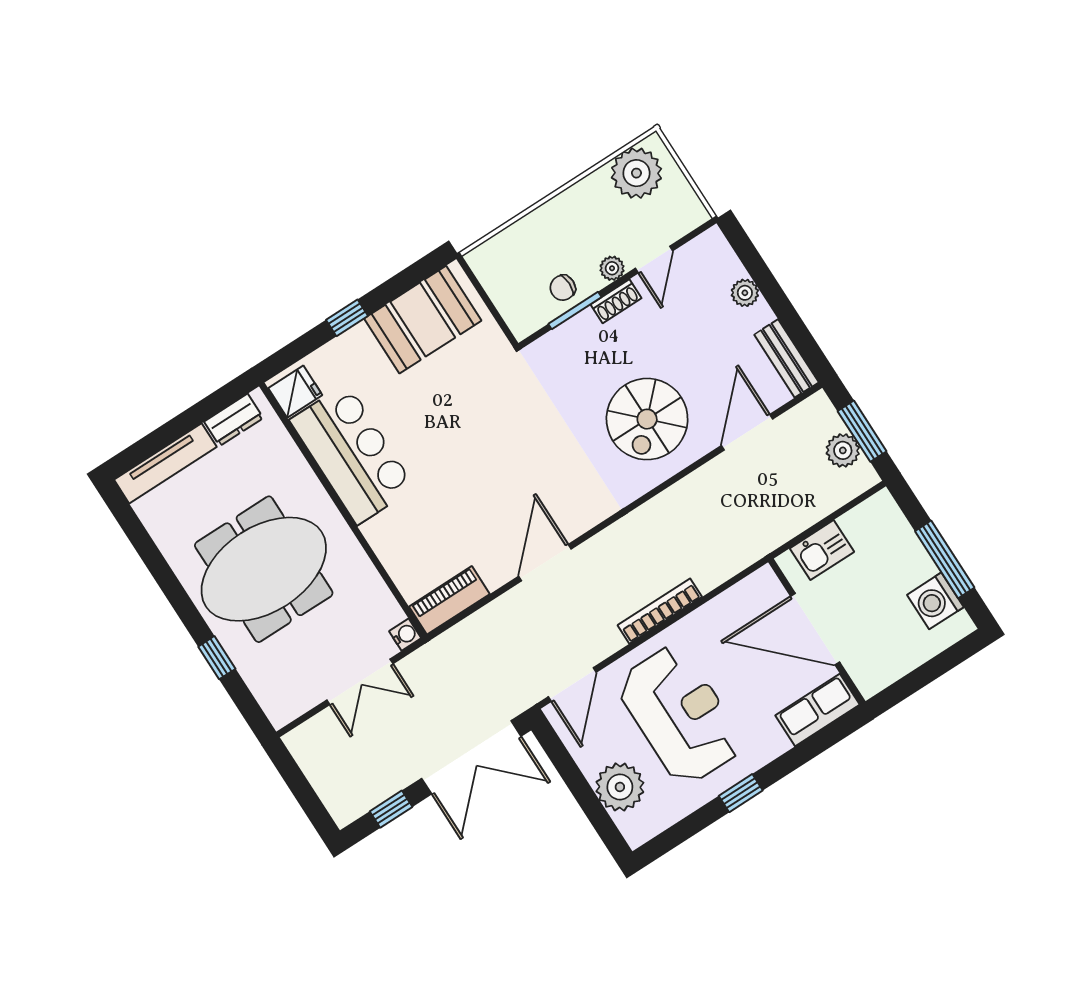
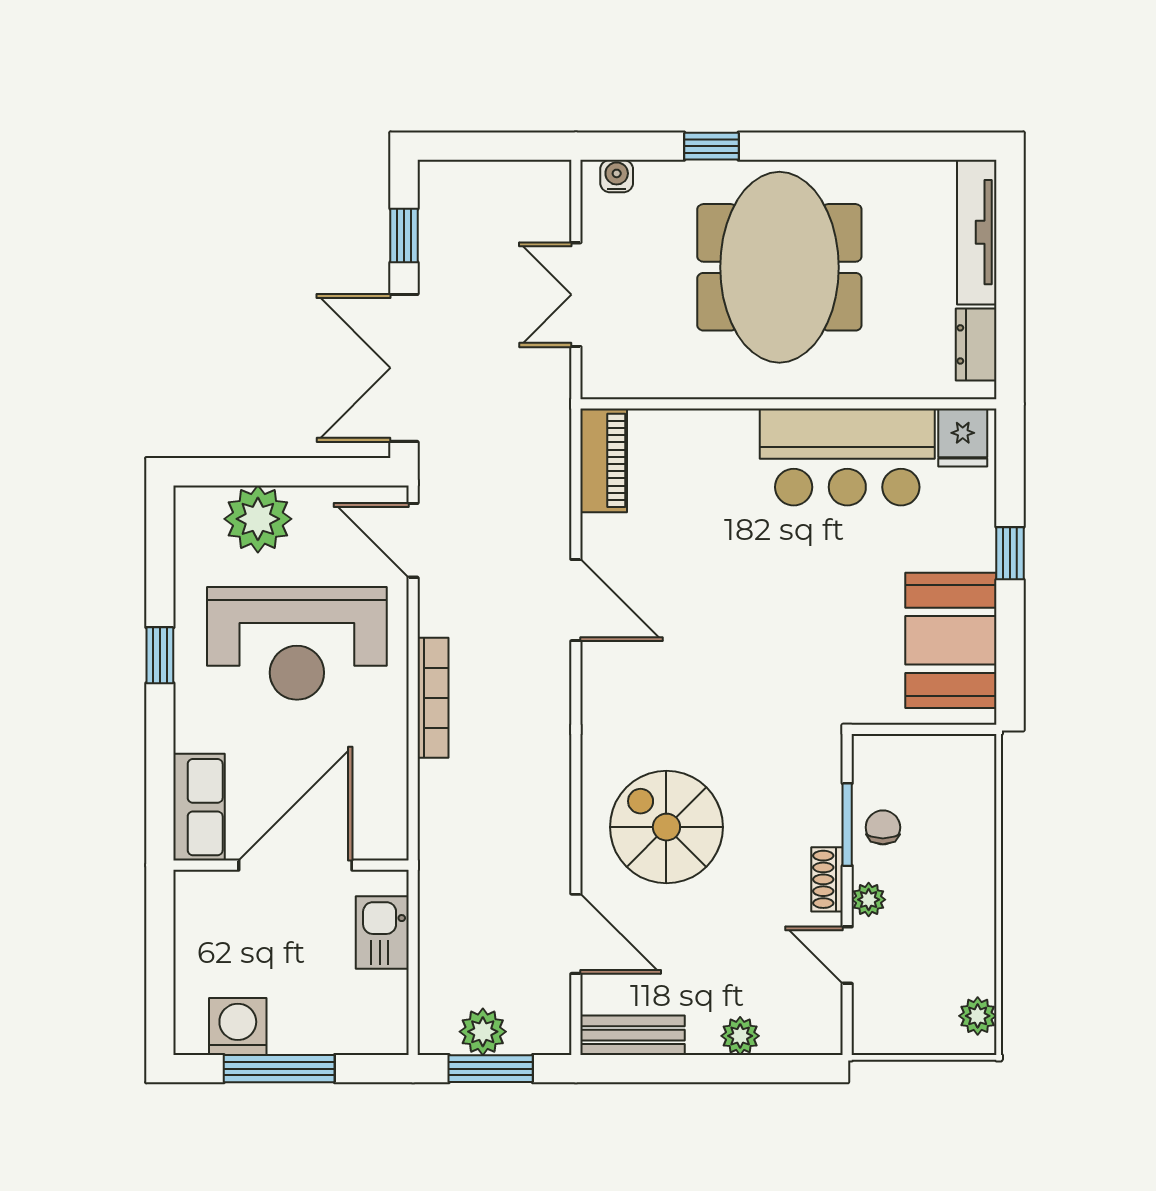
plant: (636, 173) -> (978, 1016), width x0.53, depth x0.53
water cooler: (405, 635) -> (617, 176), moved, turned 180

